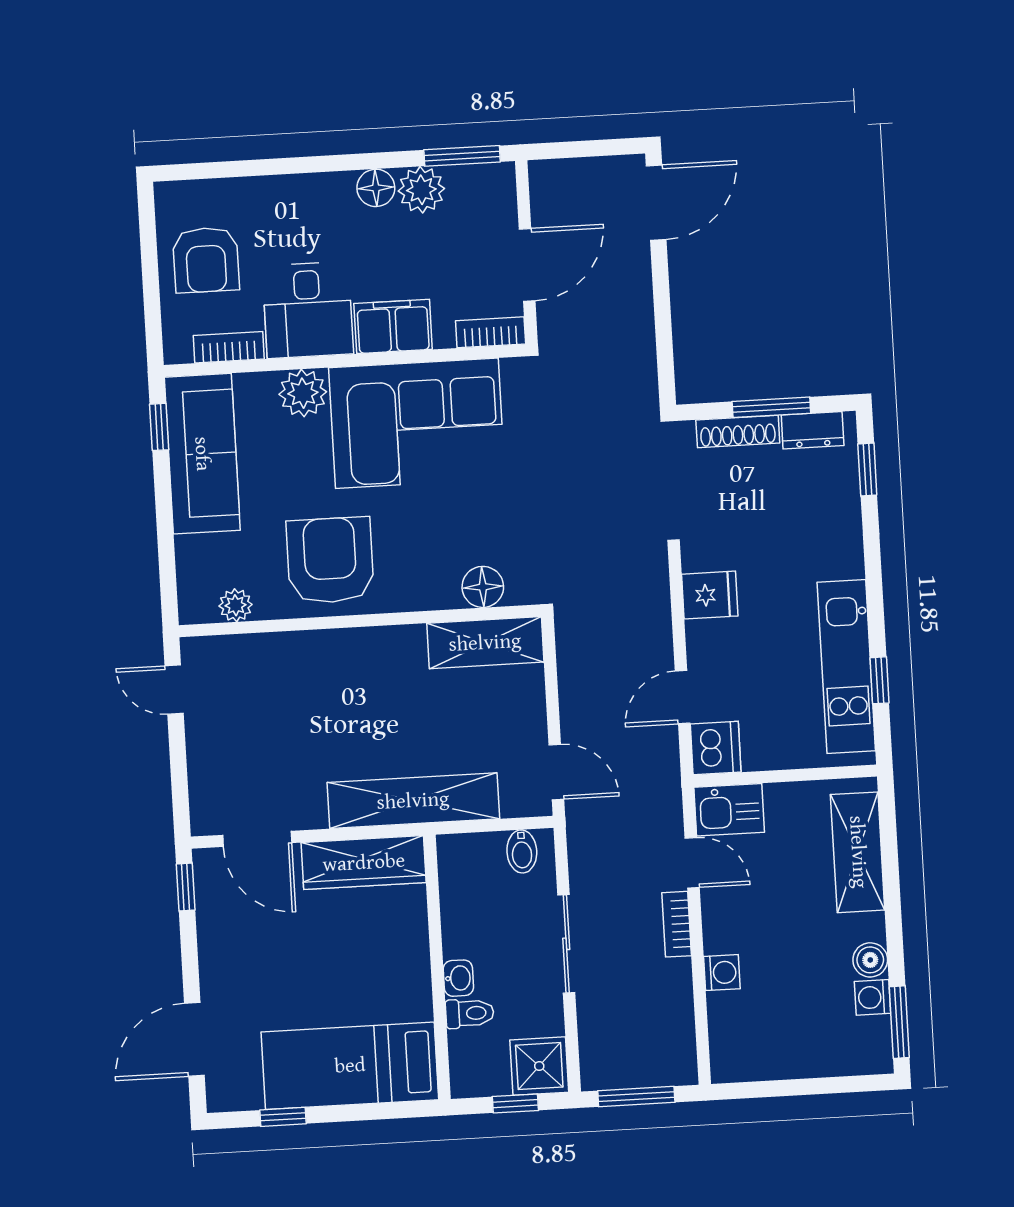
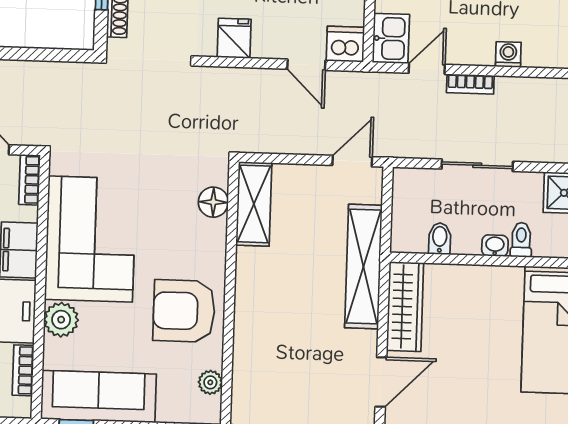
bidet: (522, 851) -> (440, 239), moved, turned -90

